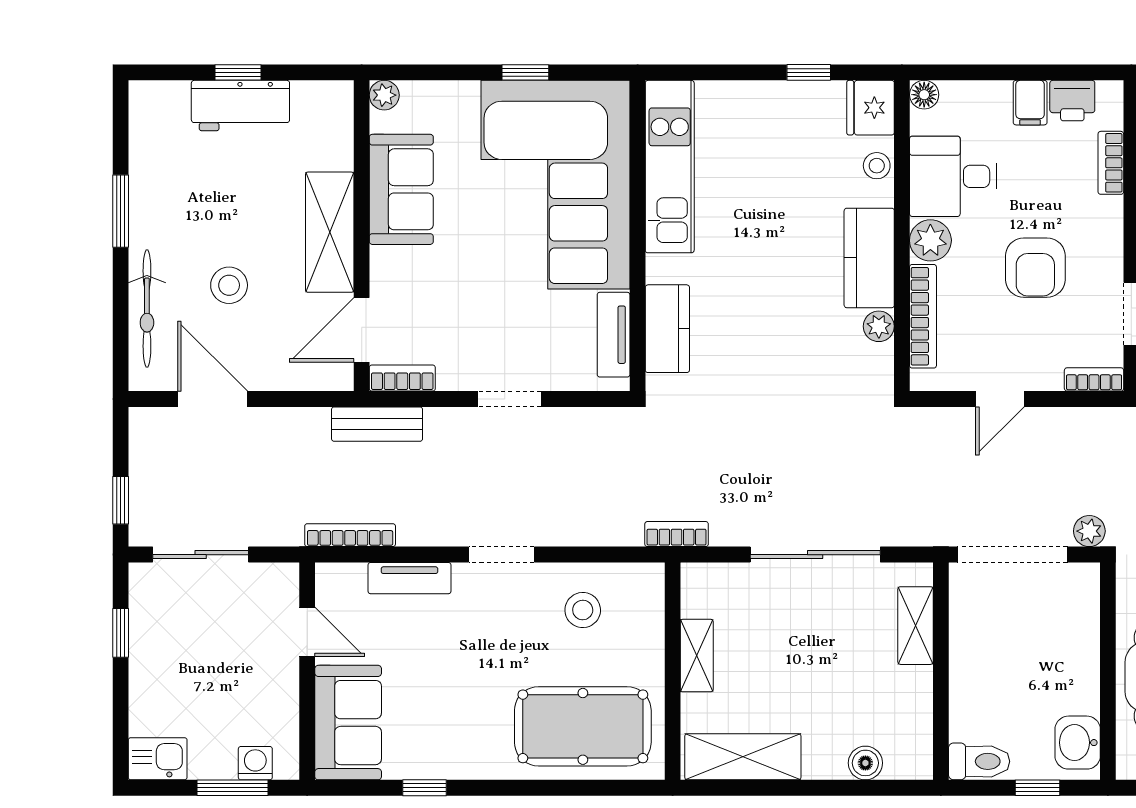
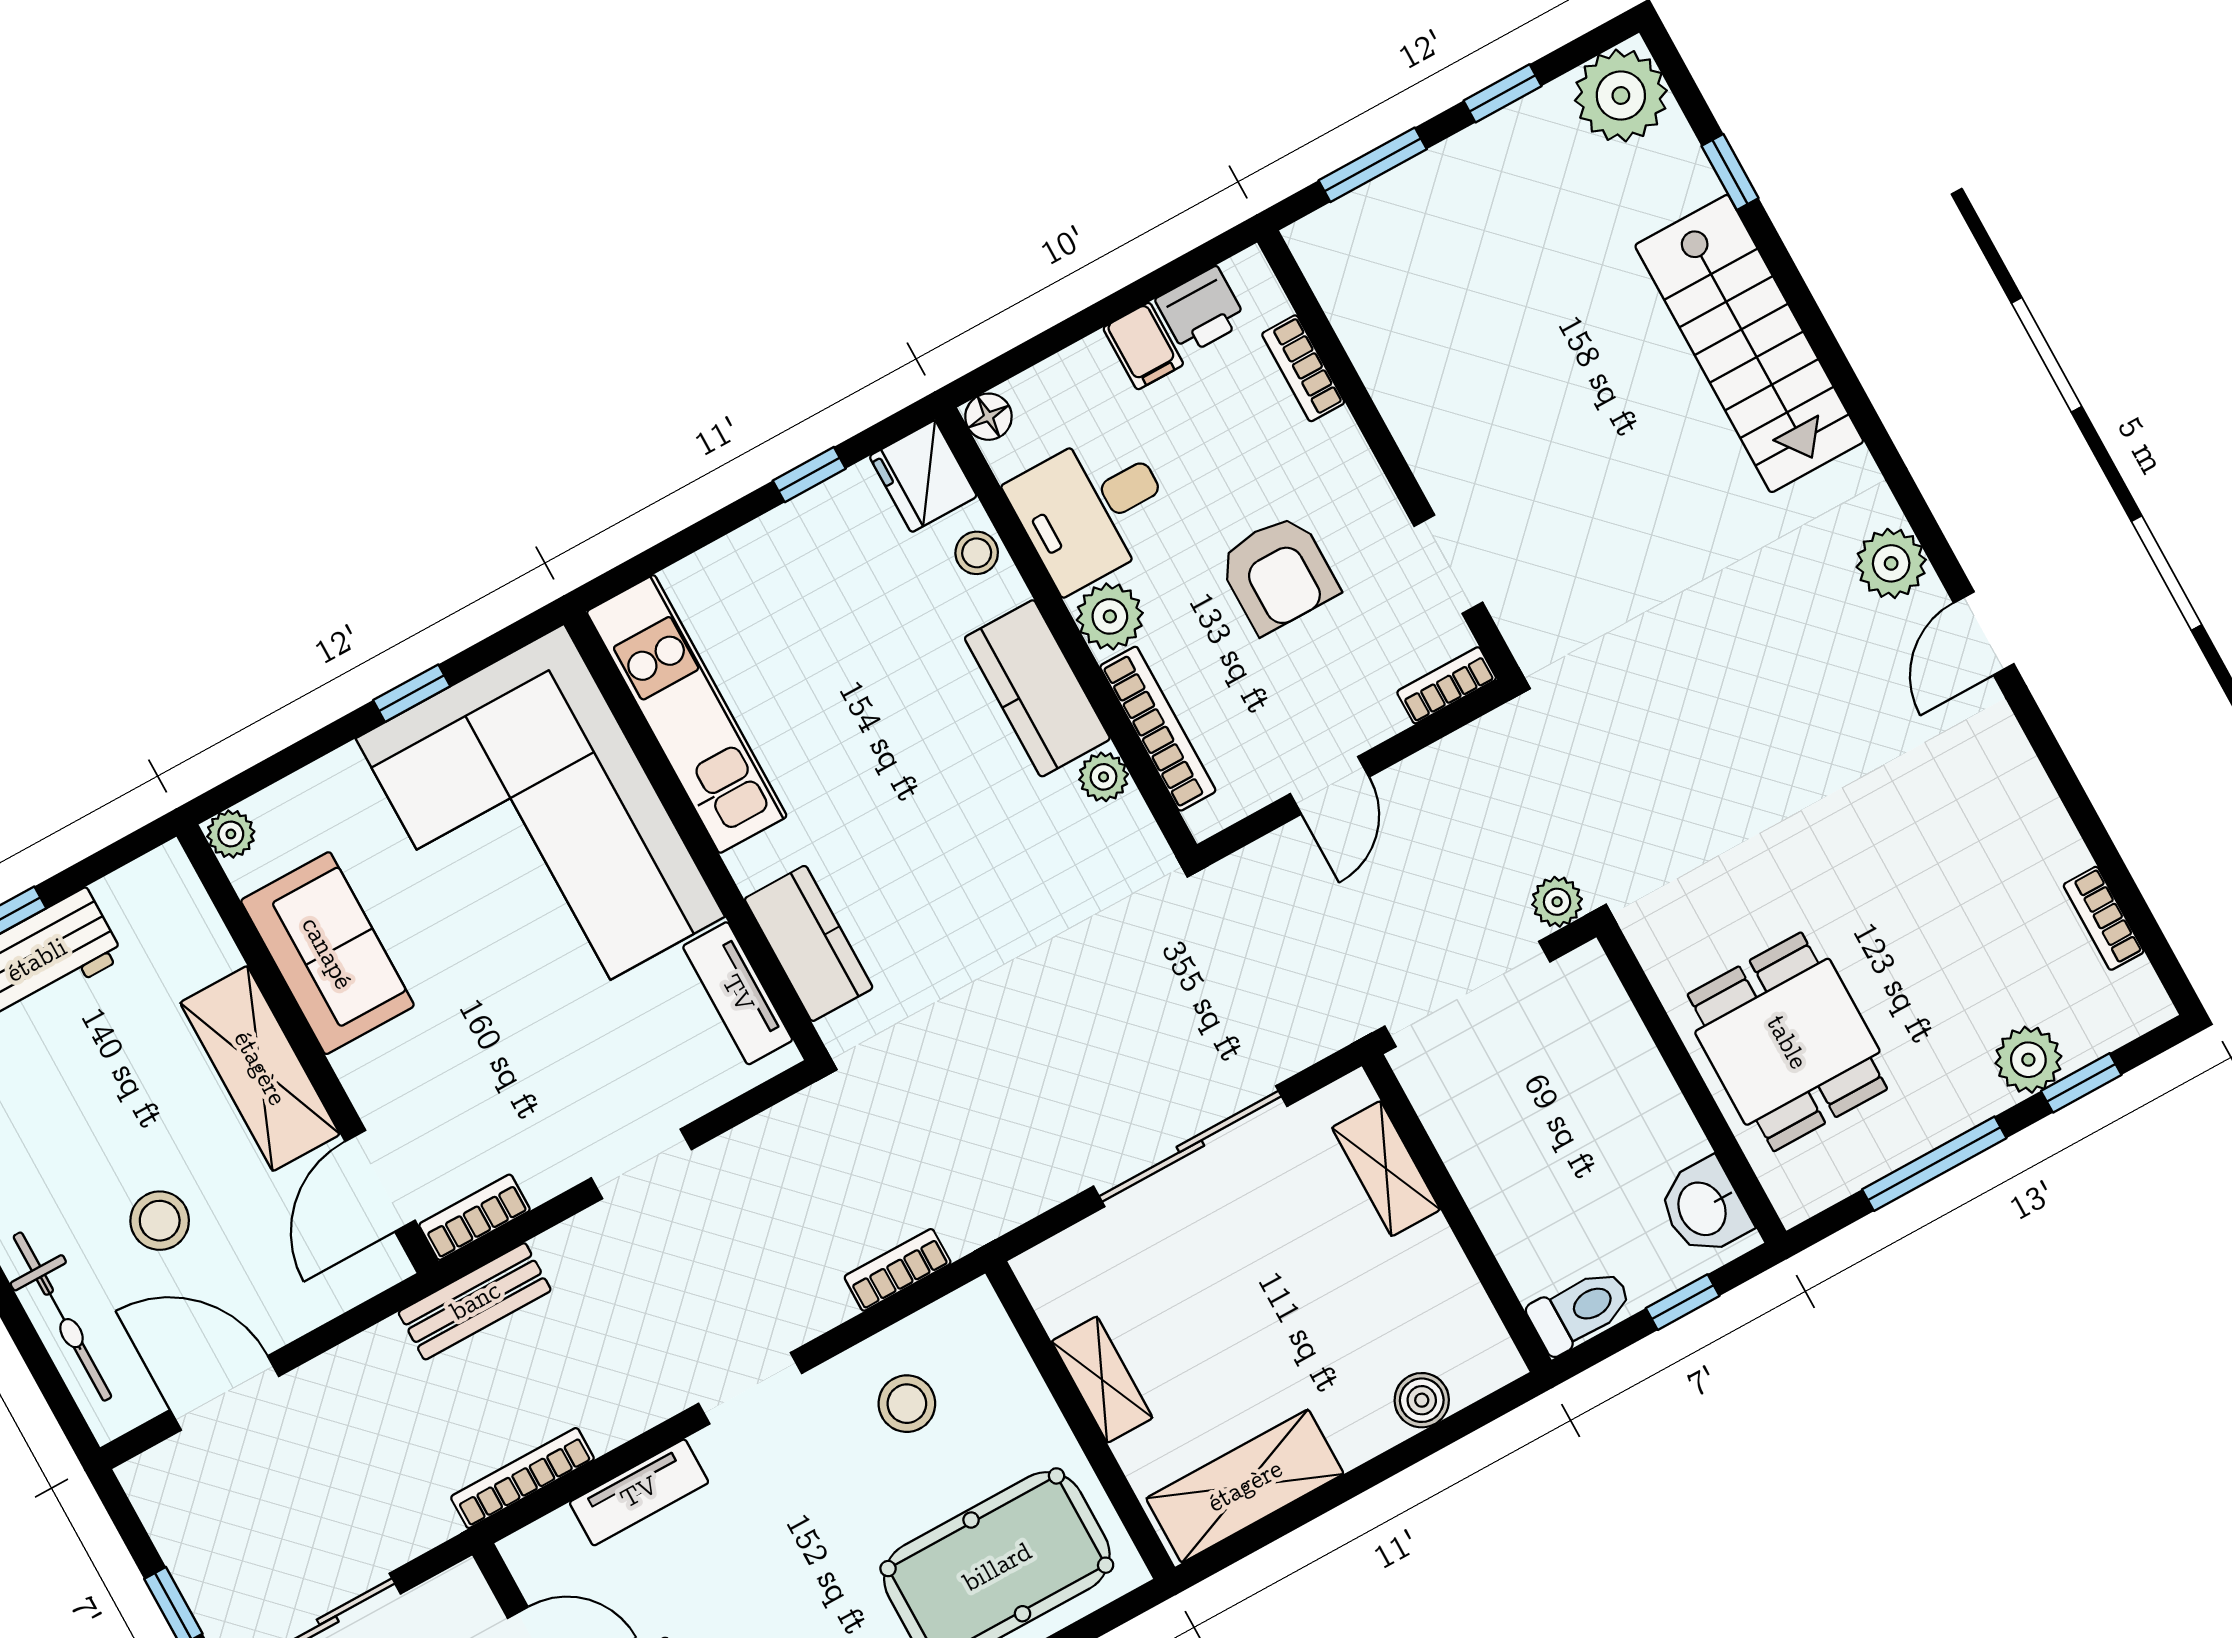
bookcase: (677, 534) -> (898, 1270), moved

